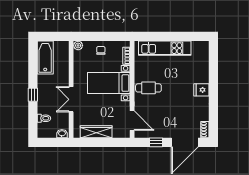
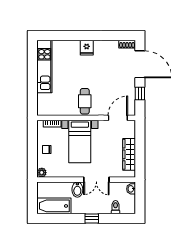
kitchen unit: (165, 48) -> (44, 66), moved
bidet: (61, 81) -> (77, 190), added

